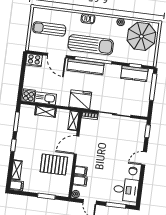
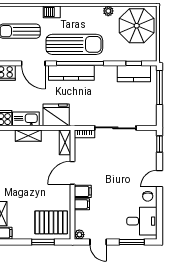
barbecue: (88, 19) -> (52, 12), moved
fridge: (80, 100) -> (56, 115), moved
pallet: (54, 164) -> (51, 222), moved
filing cabinet: (80, 181) -> (83, 191), moved

